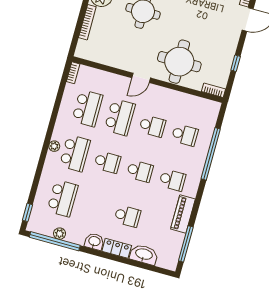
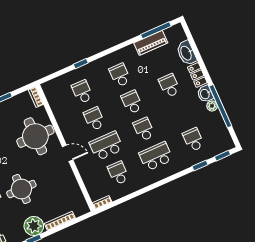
school desk: (87, 108) -> (118, 173), width x0.54
plant: (54, 146) -> (163, 174), removed
window: (211, 154) -> (81, 64), width x0.32
window: (35, 185) -> (200, 166), added
school desk: (62, 198) -> (193, 140), width x0.54
piano: (183, 214) -> (151, 43), moved
plant: (60, 234) -> (212, 106), moved
window: (55, 241) -> (220, 106), moved

